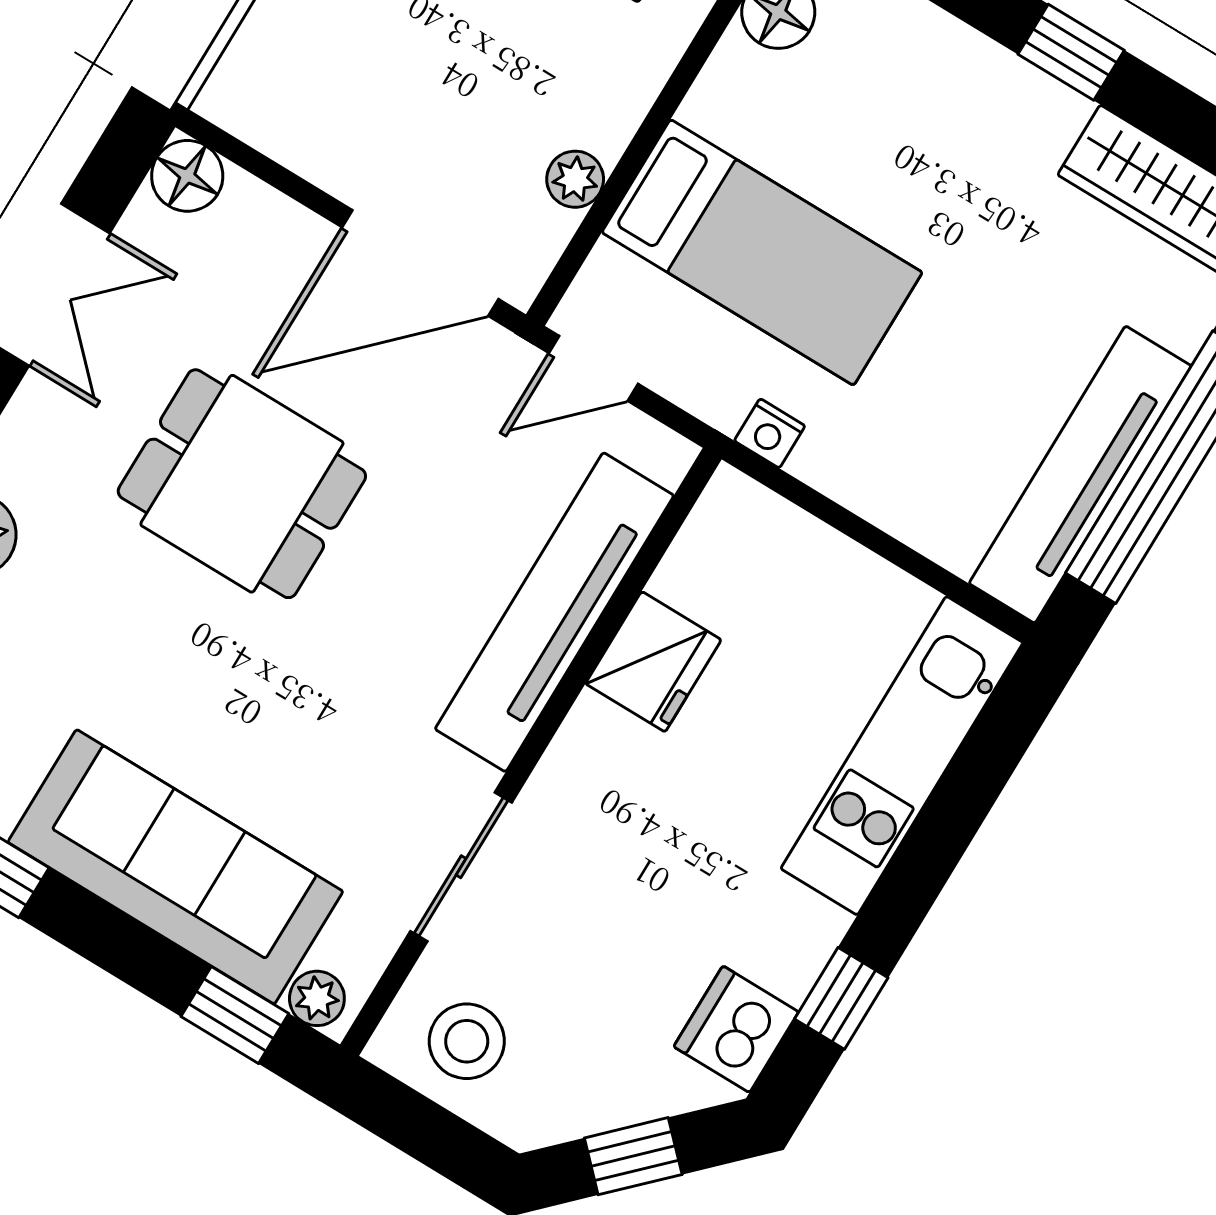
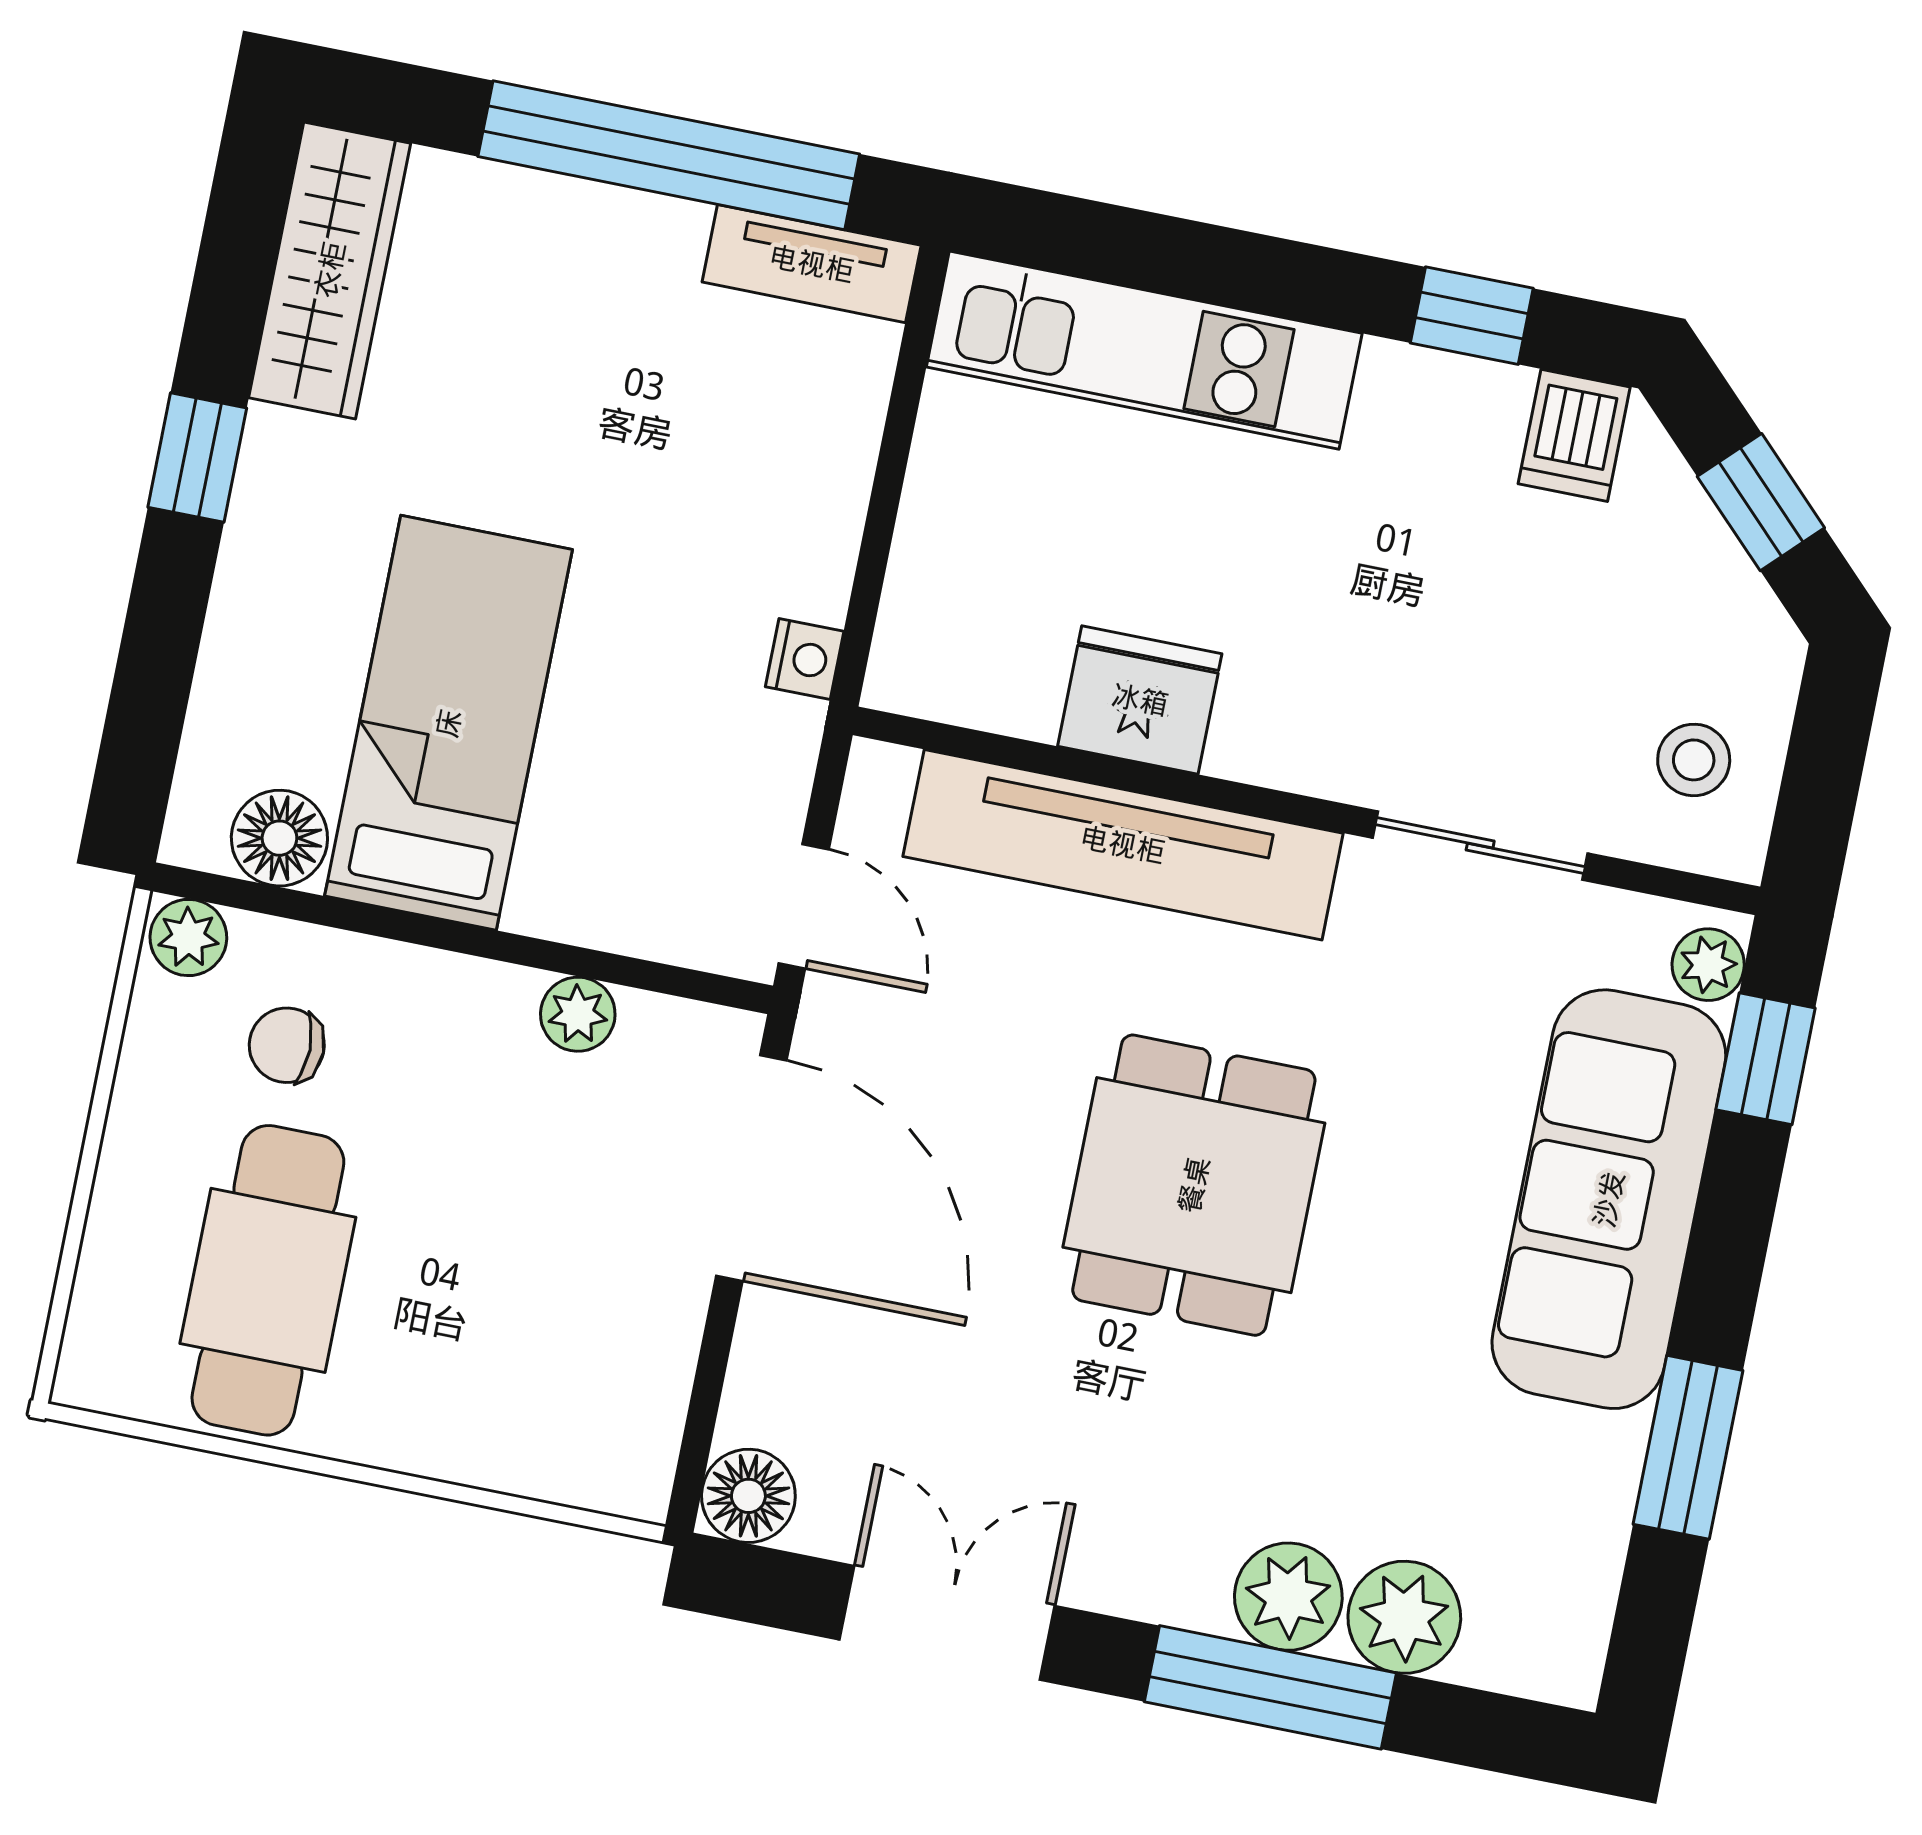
bed: (762, 252) -> (449, 723), moved
tv unit: (1080, 475) -> (812, 264), width x0.52, depth x0.78
dining table: (242, 484) -> (1194, 1185), moved
dishwasher: (736, 1029) -> (1574, 435), width x0.73
stool: (467, 1041) -> (1694, 760), width x0.73, depth x0.73

